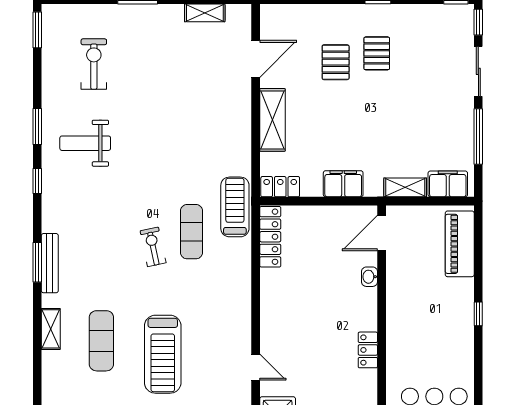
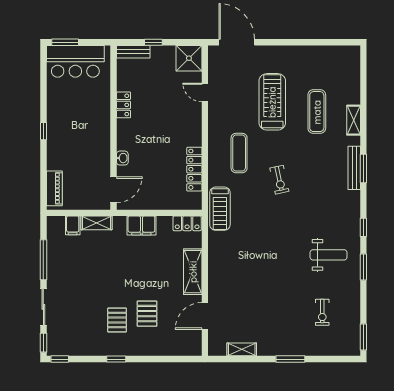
exercise bike: (94, 64) -> (322, 312), width x0.73, depth x0.72
filing cabinet: (448, 184) -> (73, 225), width x0.50
exercise mat: (191, 232) -> (239, 153), moved
locker: (270, 237) -> (194, 169), moved
piano: (460, 244) -> (54, 188), width x0.73, depth x0.75

